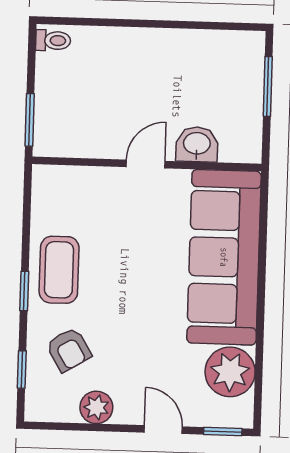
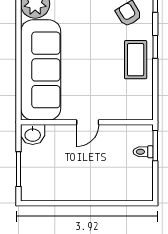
toilet: (53, 40) -> (143, 152), moved
washbasin: (197, 144) -> (33, 135), moved

